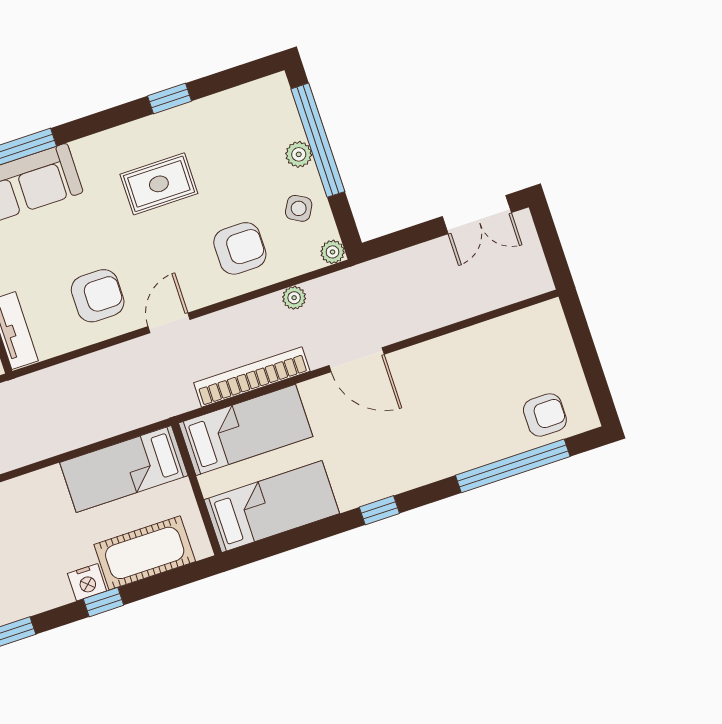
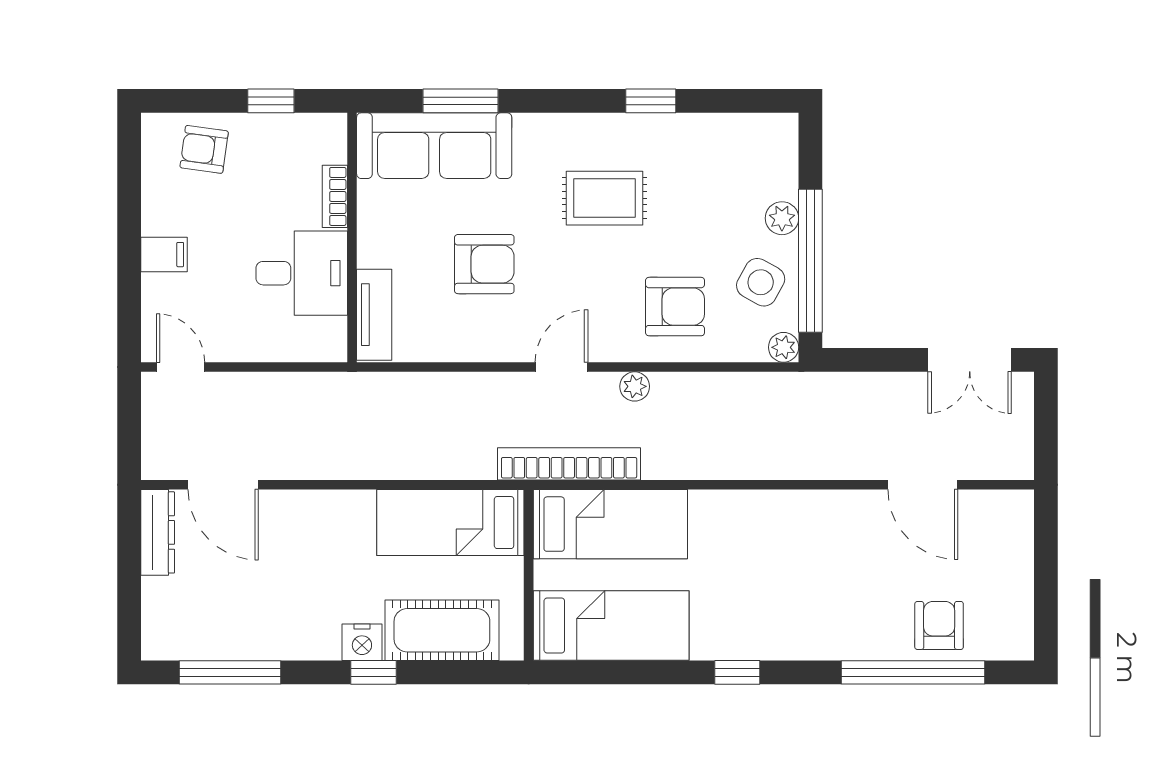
window: (318, 140) -> (810, 261), moved
side table: (299, 208) -> (761, 282), width x1.37, depth x1.37
armchair: (98, 296) -> (484, 264), moved
plant: (294, 298) -> (635, 386), moved
door: (357, 360) -> (923, 485), moved
bookcase: (252, 377) -> (569, 464), moved
armchair: (545, 415) -> (939, 625), moved, turned -90

